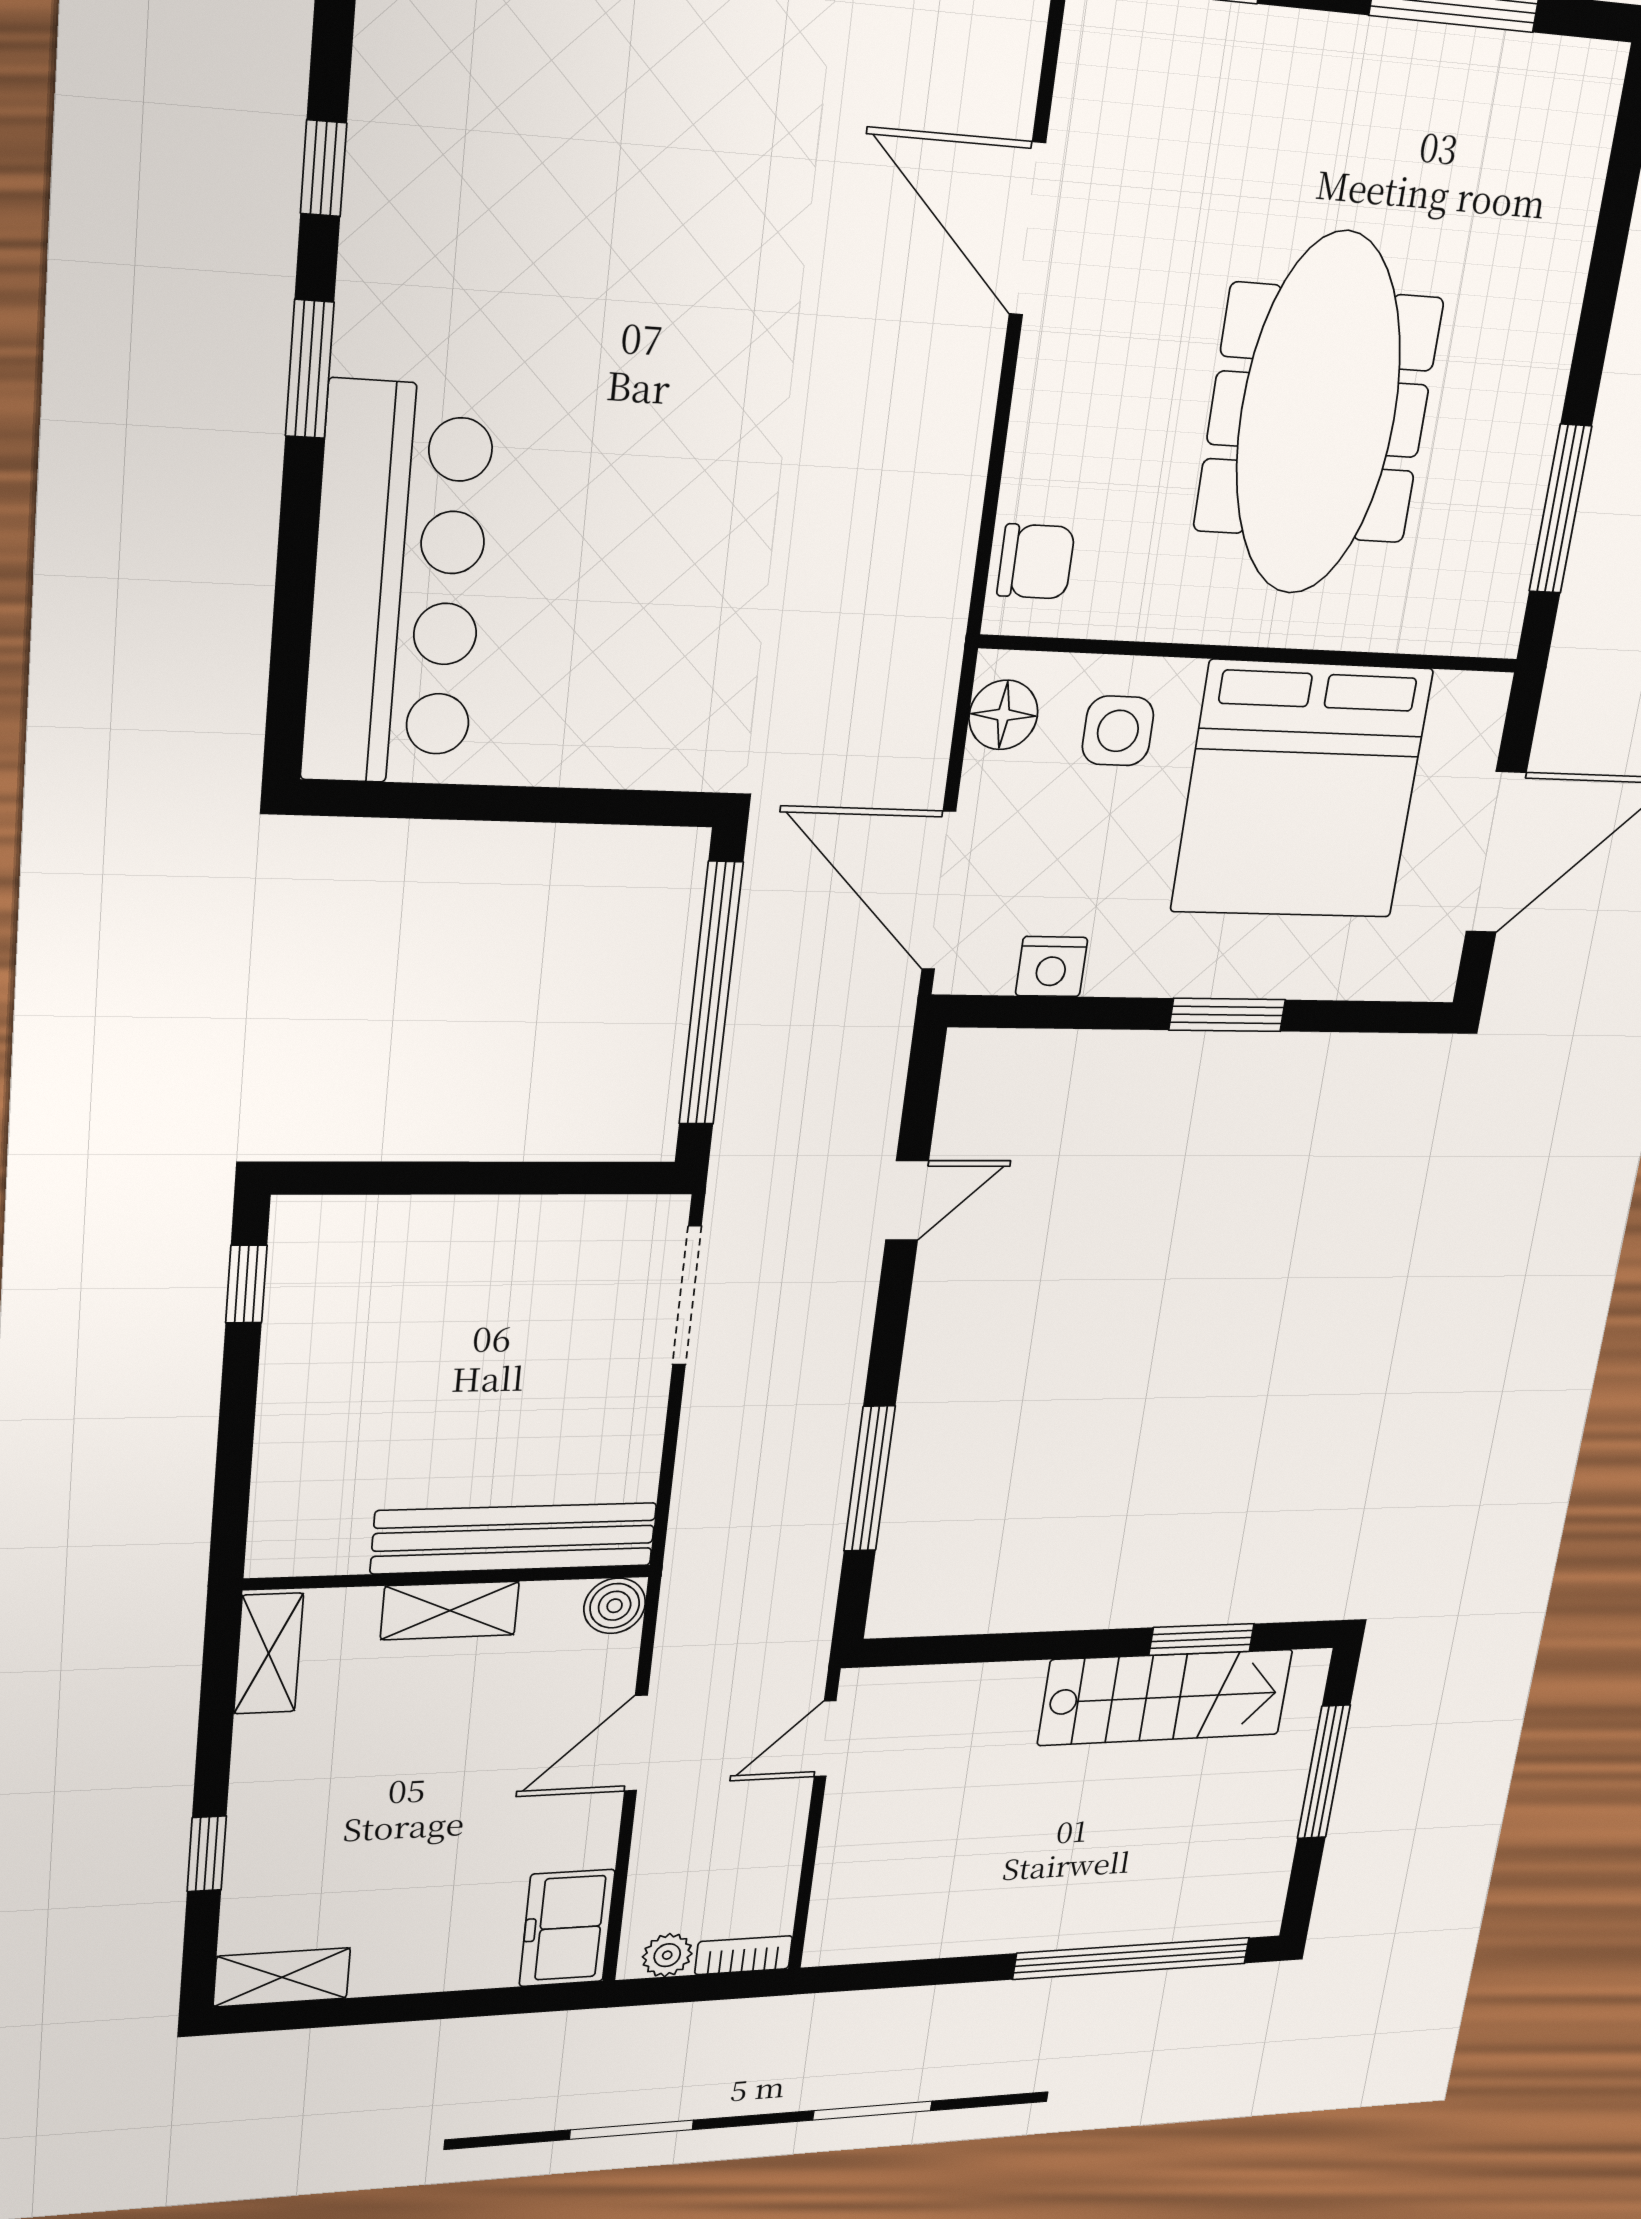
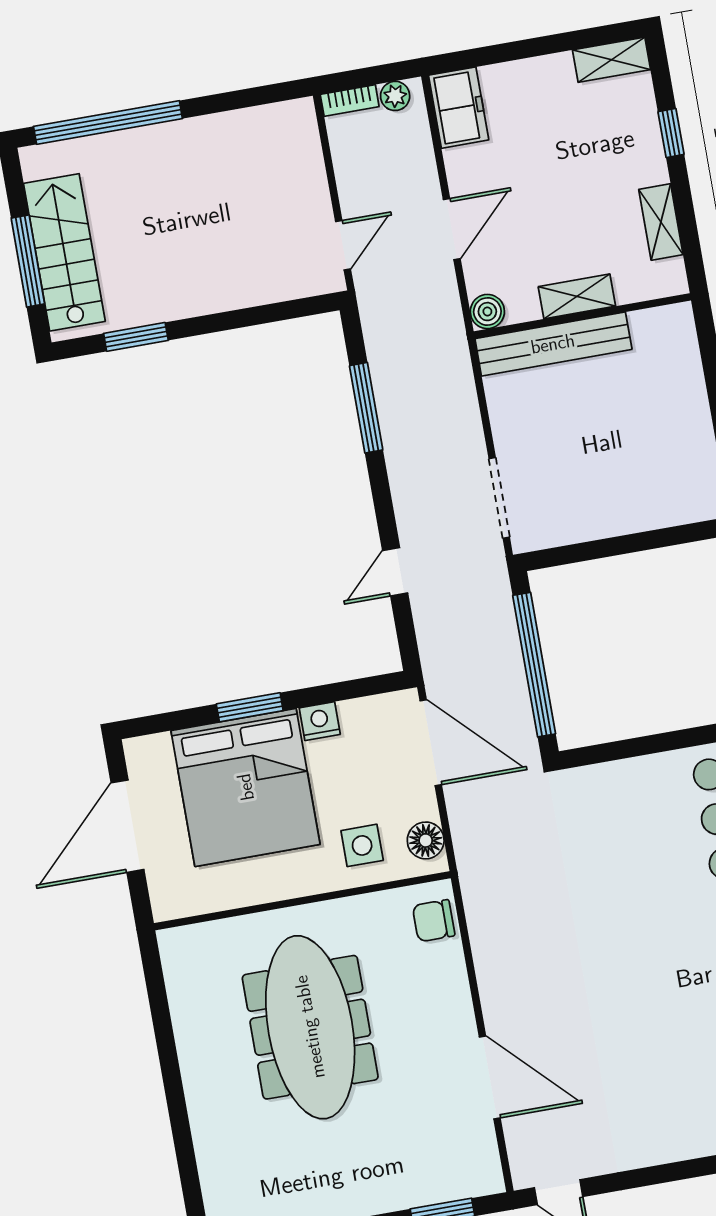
window: (1560, 509) -> (160, 1012), removed
bed: (1301, 790) -> (246, 787), moved, turned 180
nightstand: (1051, 967) -> (320, 721), moved
shelving: (269, 1654) -> (661, 222), moved
stairs: (1166, 1697) -> (64, 252), moved, turned 90

